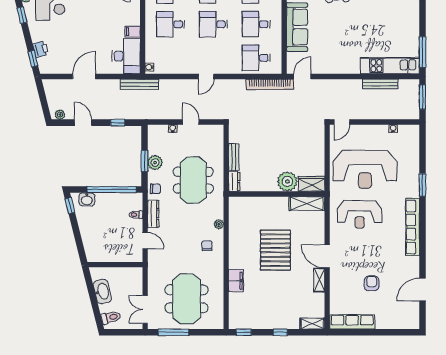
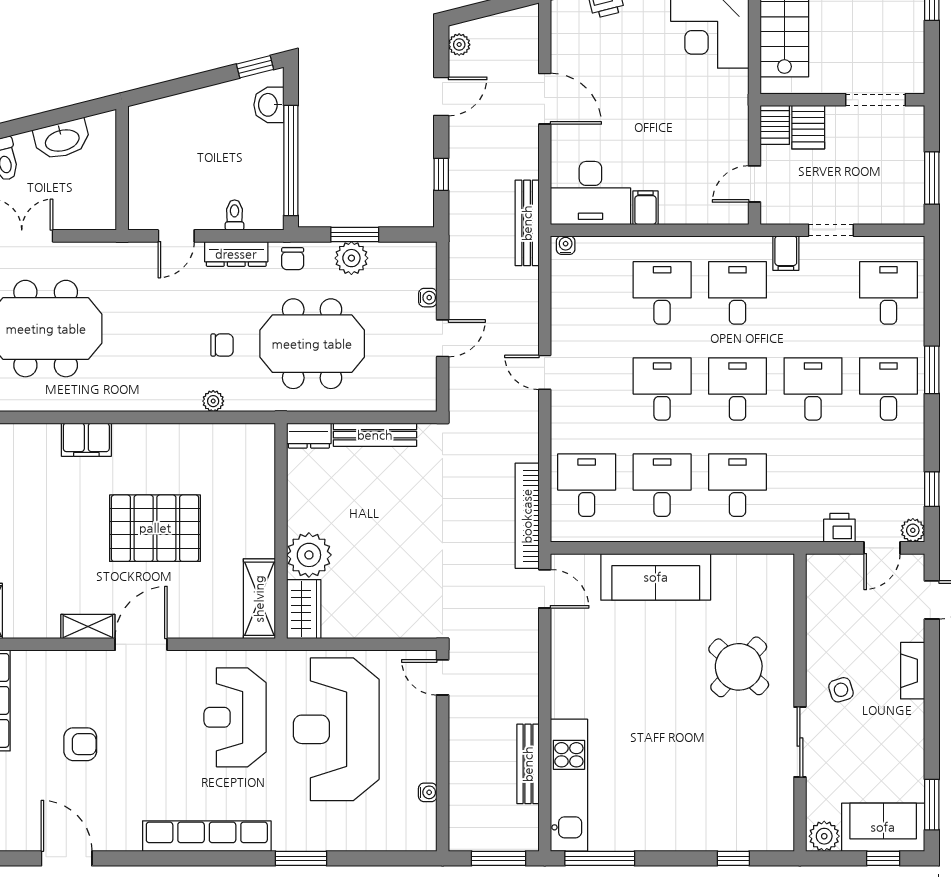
bench: (234, 157) -> (375, 435), width x1.36
chair: (207, 246) -> (222, 345), moved

